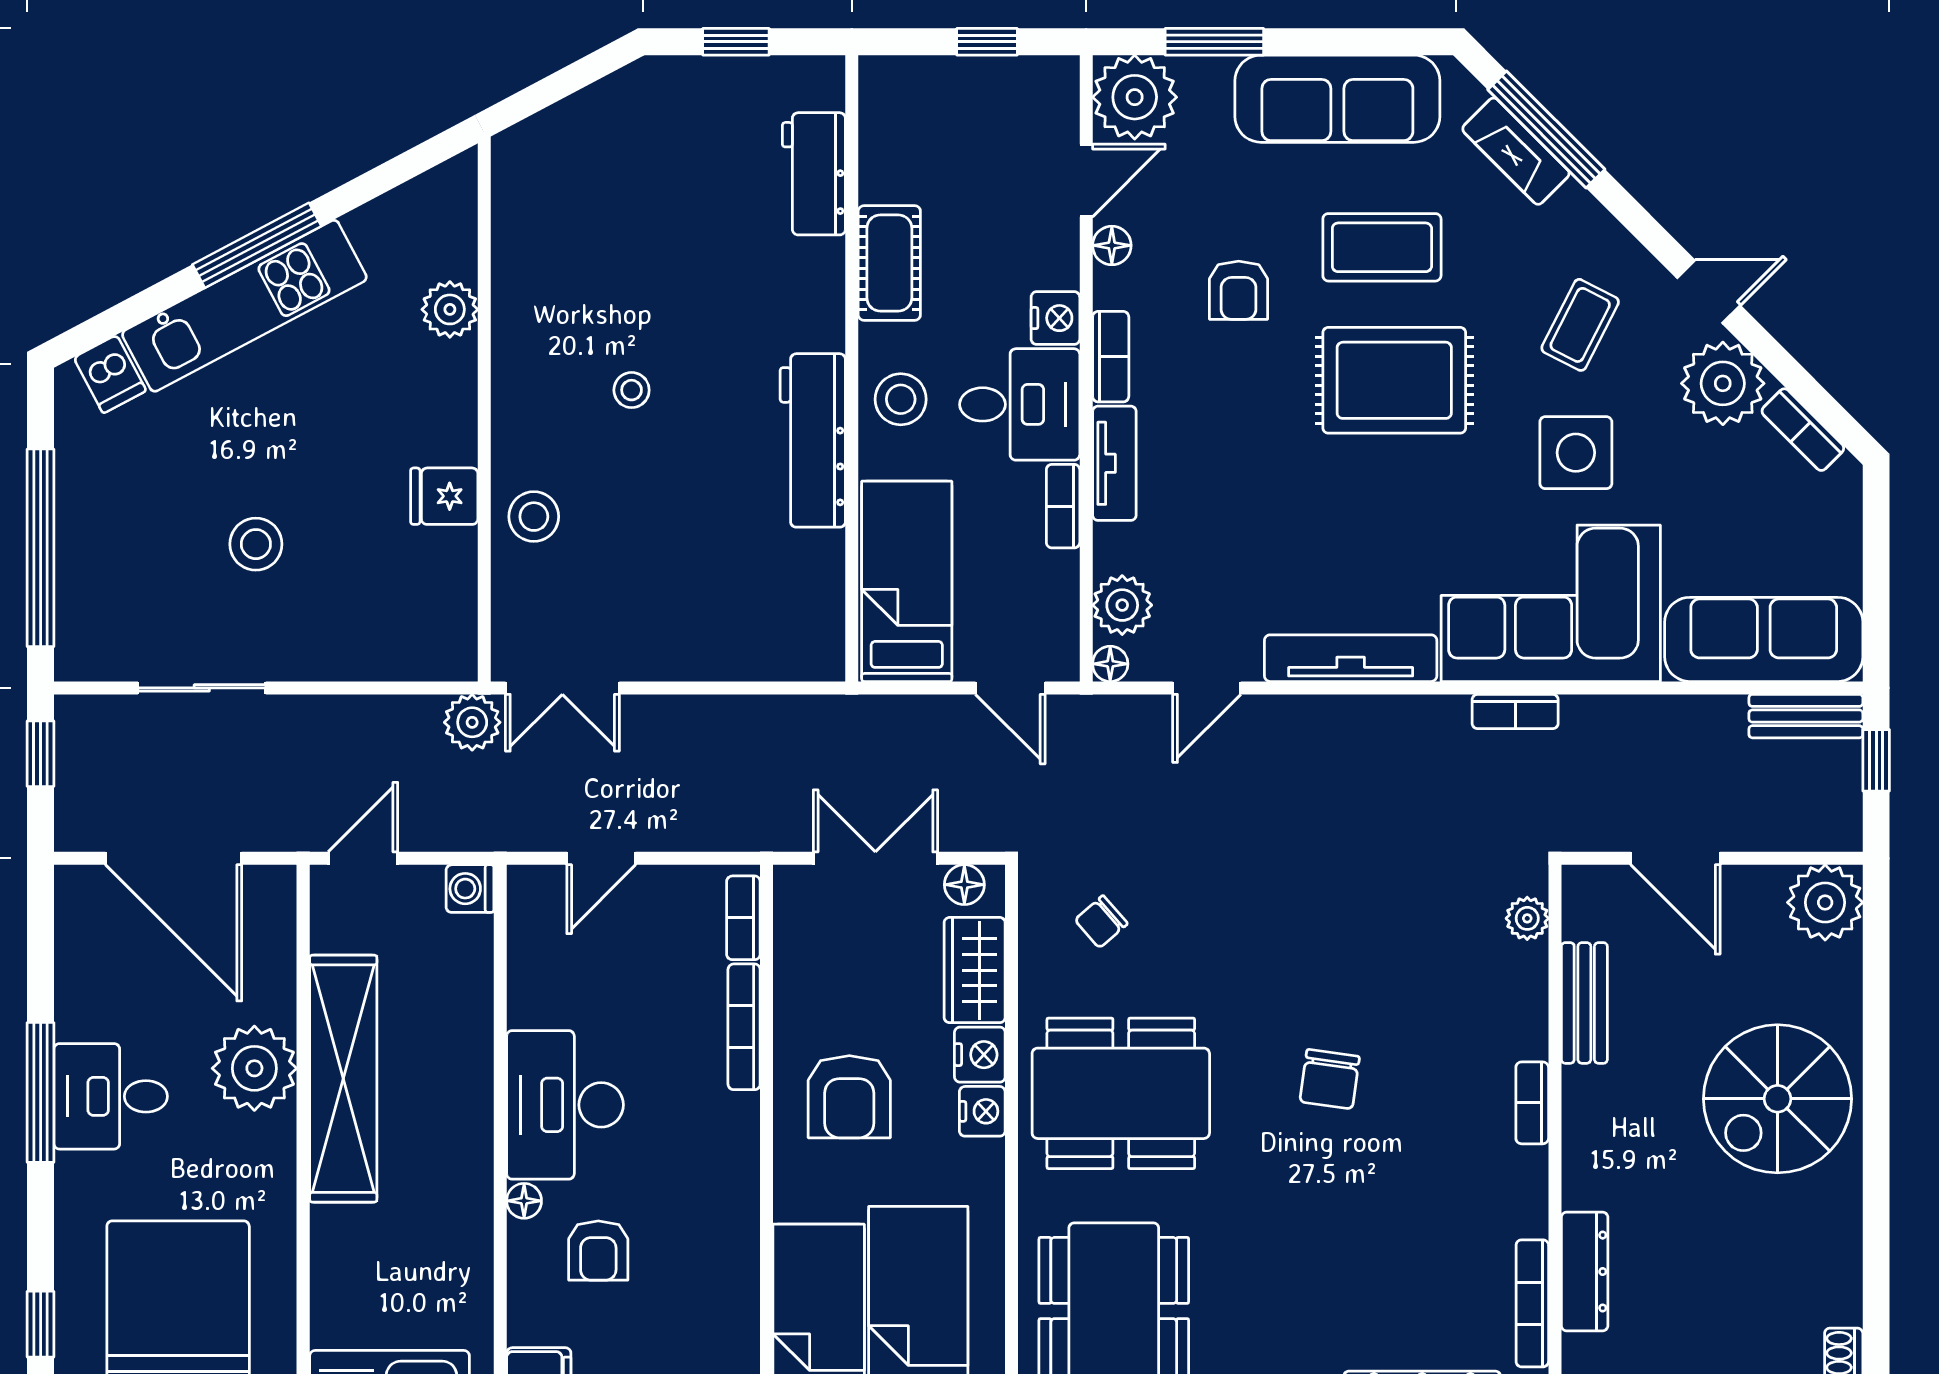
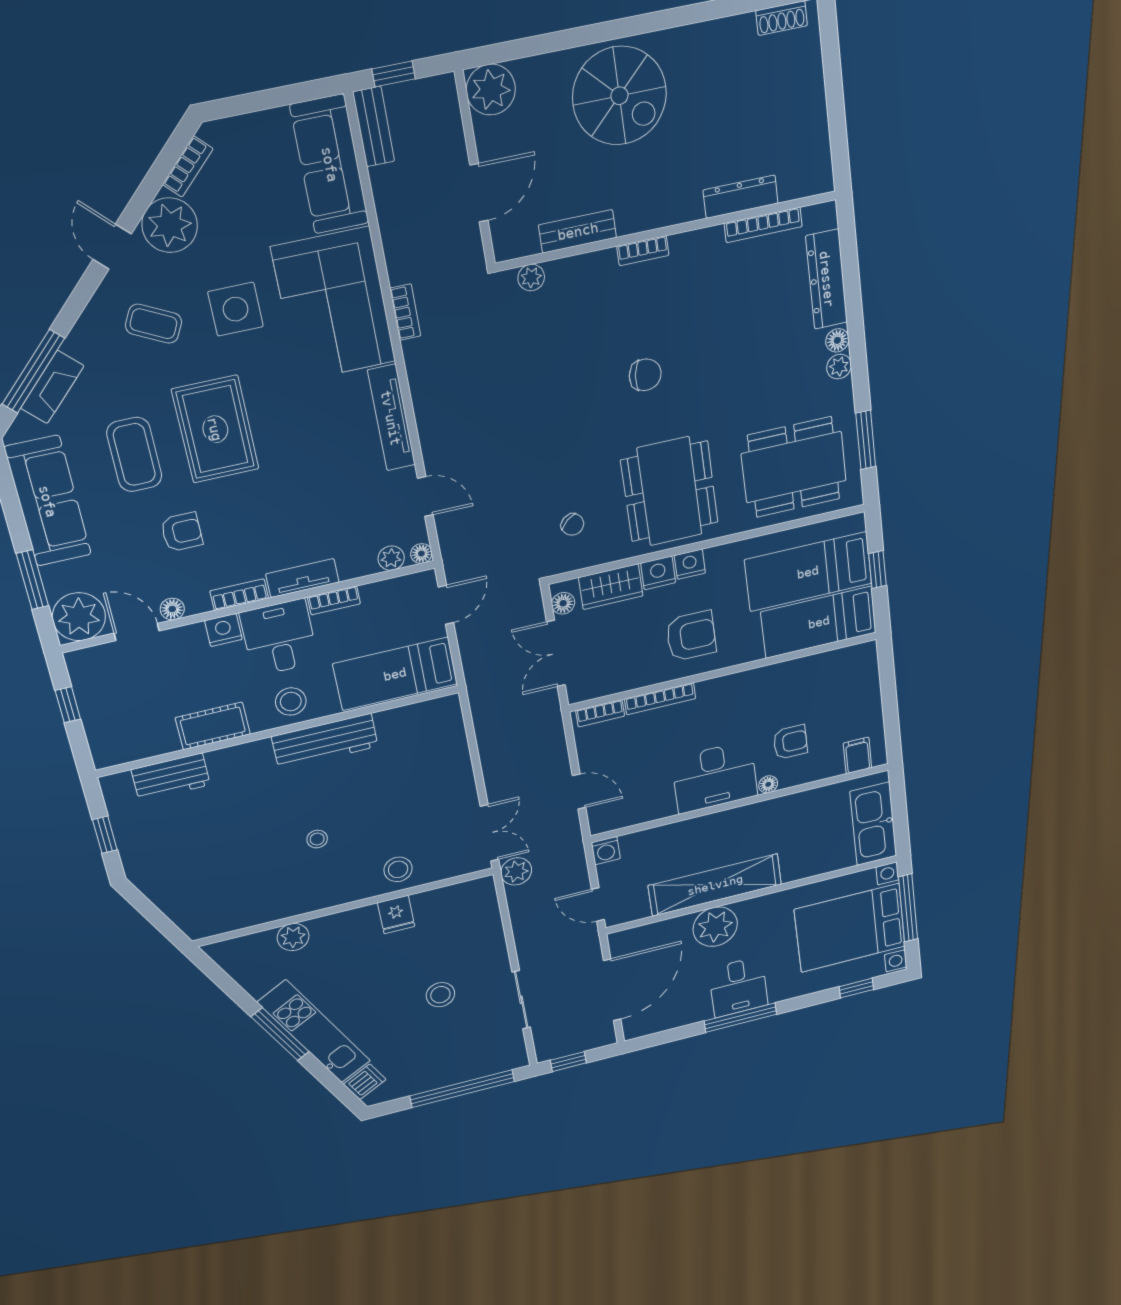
plant: (1122, 605) -> (391, 558), width x0.73, depth x0.73

